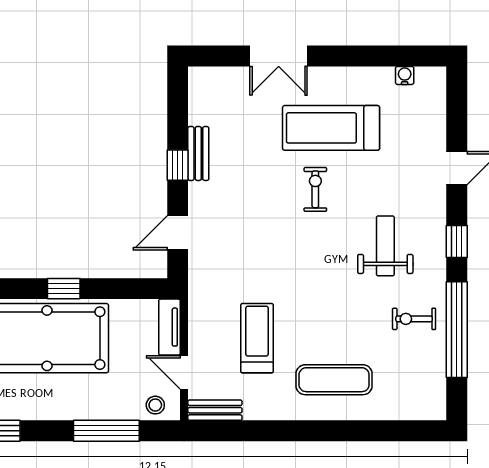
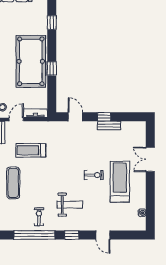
treadmill: (257, 338) -> (31, 150), turned 180

